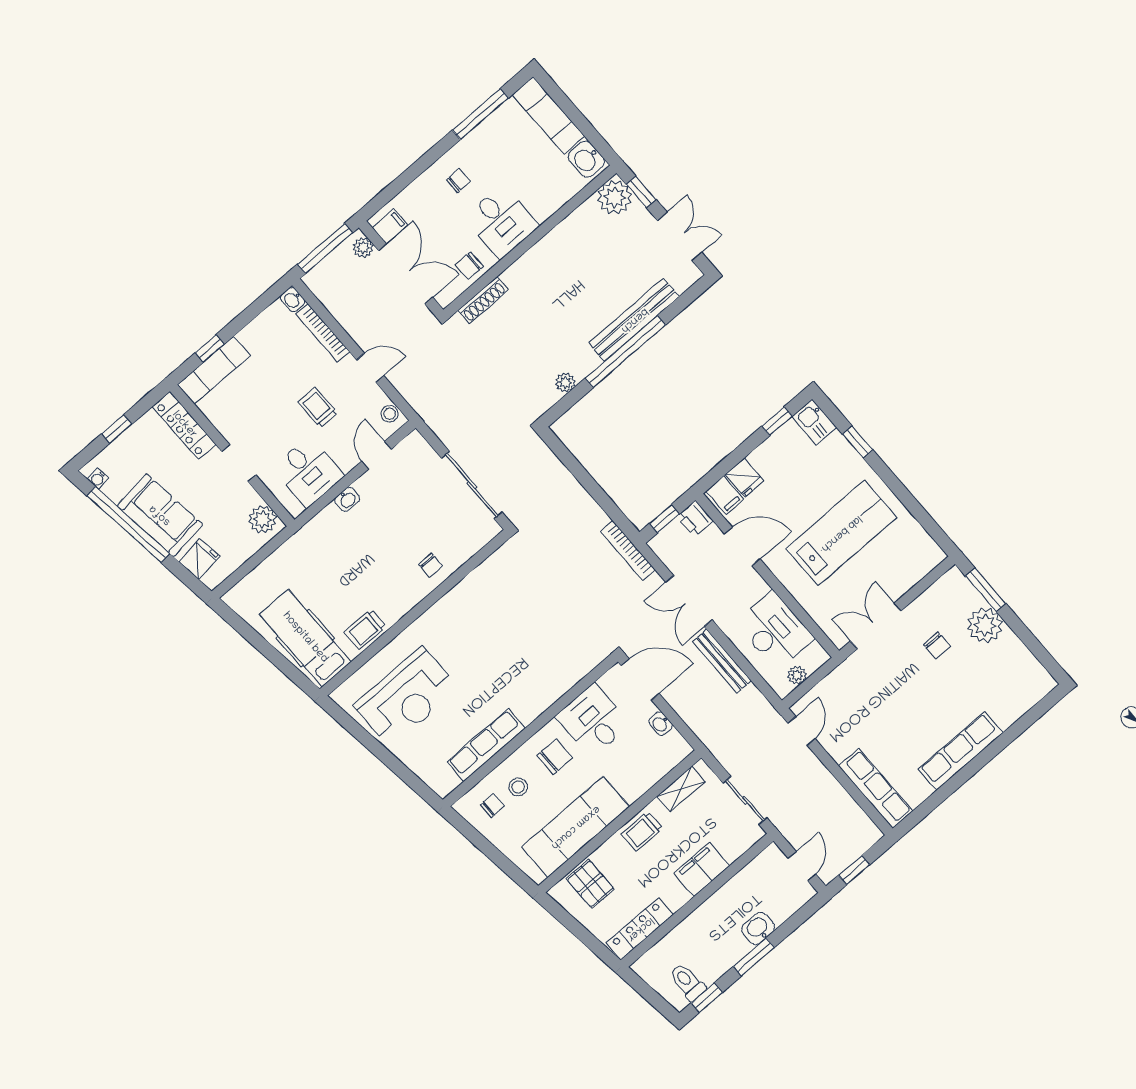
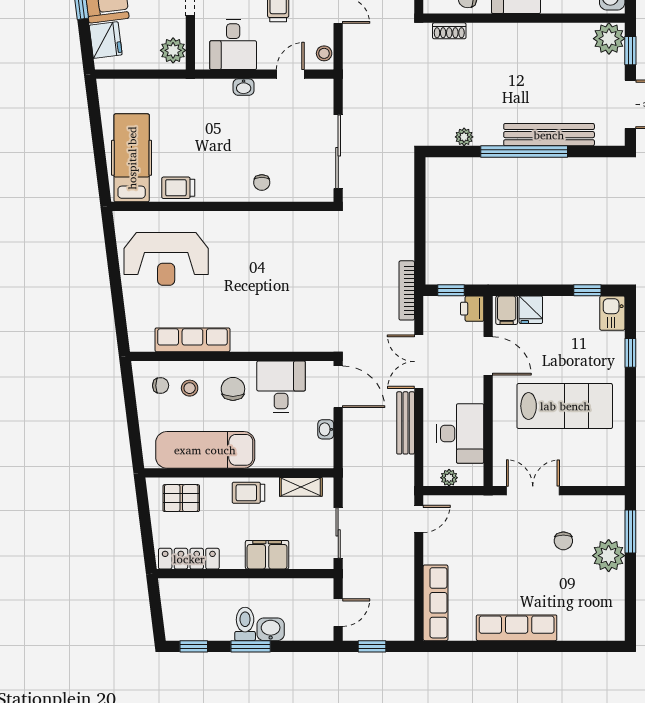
shoe rack: (483, 300) -> (449, 31), width x0.70
fridge: (199, 559) -> (106, 40), width x1.38
chair: (555, 757) -> (233, 389), turned -90
pallet: (590, 884) -> (181, 498), turned 90
toilet: (687, 982) -> (245, 624), moved

